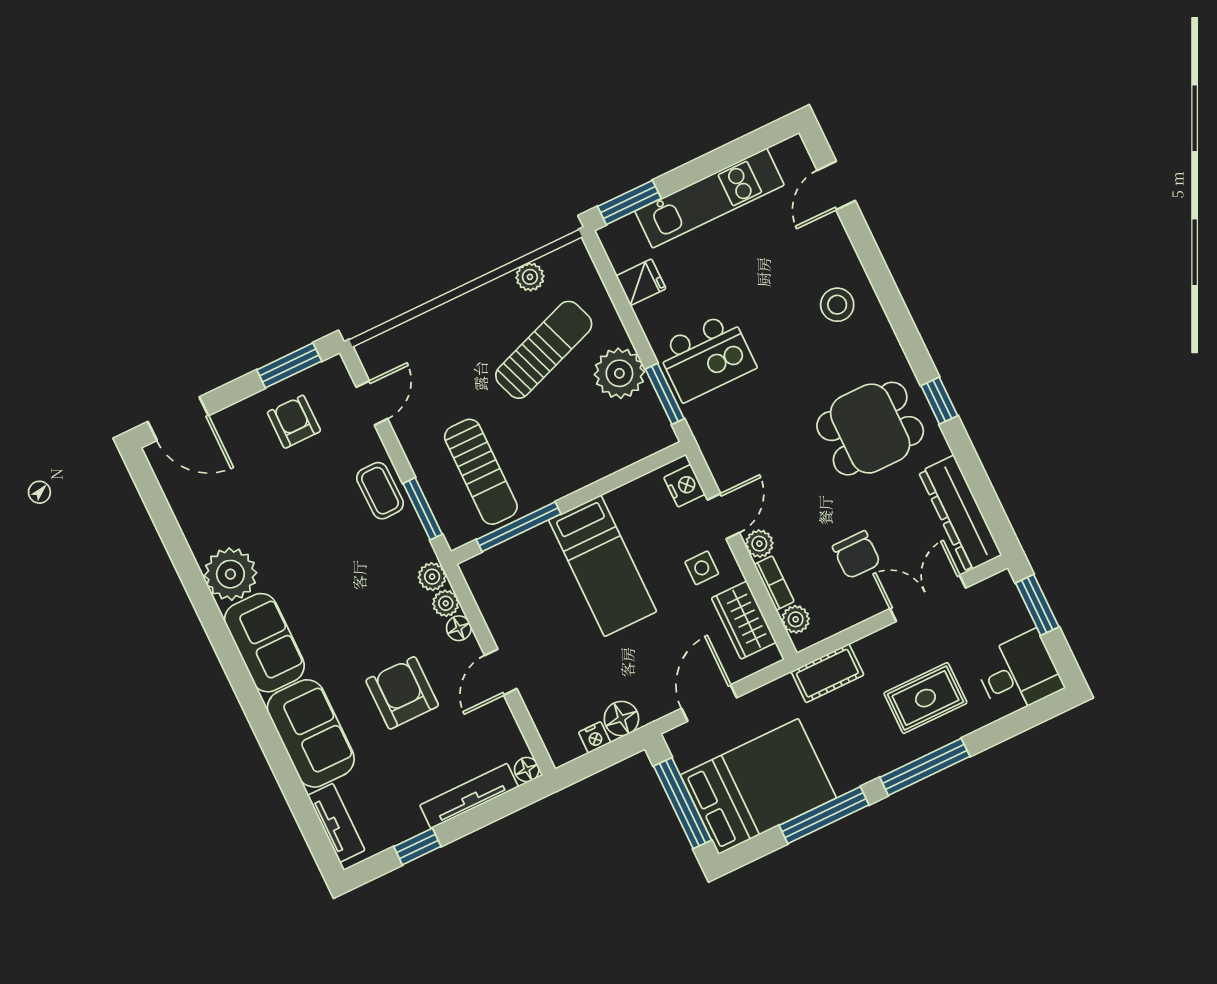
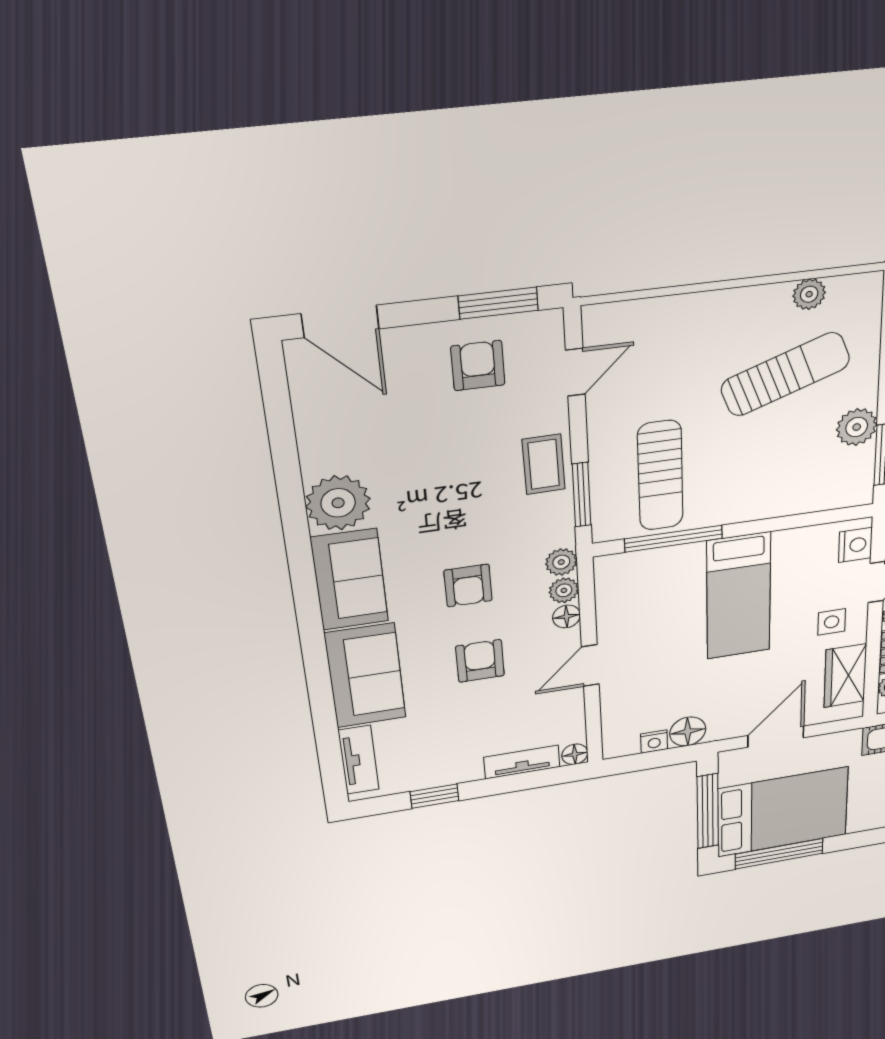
plant: (619, 373) -> (857, 427), width x0.73, depth x0.73
armchair: (363, 621) -> (468, 585), added
armchair: (402, 693) -> (480, 661), width x0.72, depth x0.72
tv unit: (469, 796) -> (522, 762), width x0.71
window: (824, 815) -> (779, 854), moved

